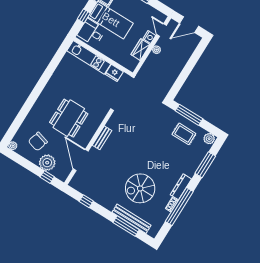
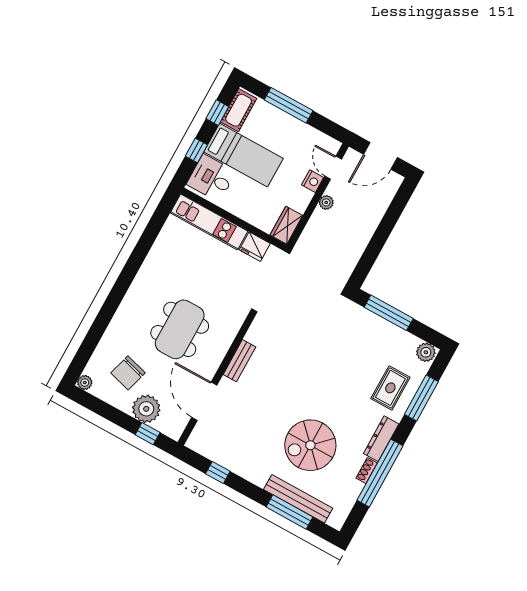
wardrobe: (140, 50) -> (286, 225), moved
rug: (184, 134) -> (390, 388), moved, turned 90

